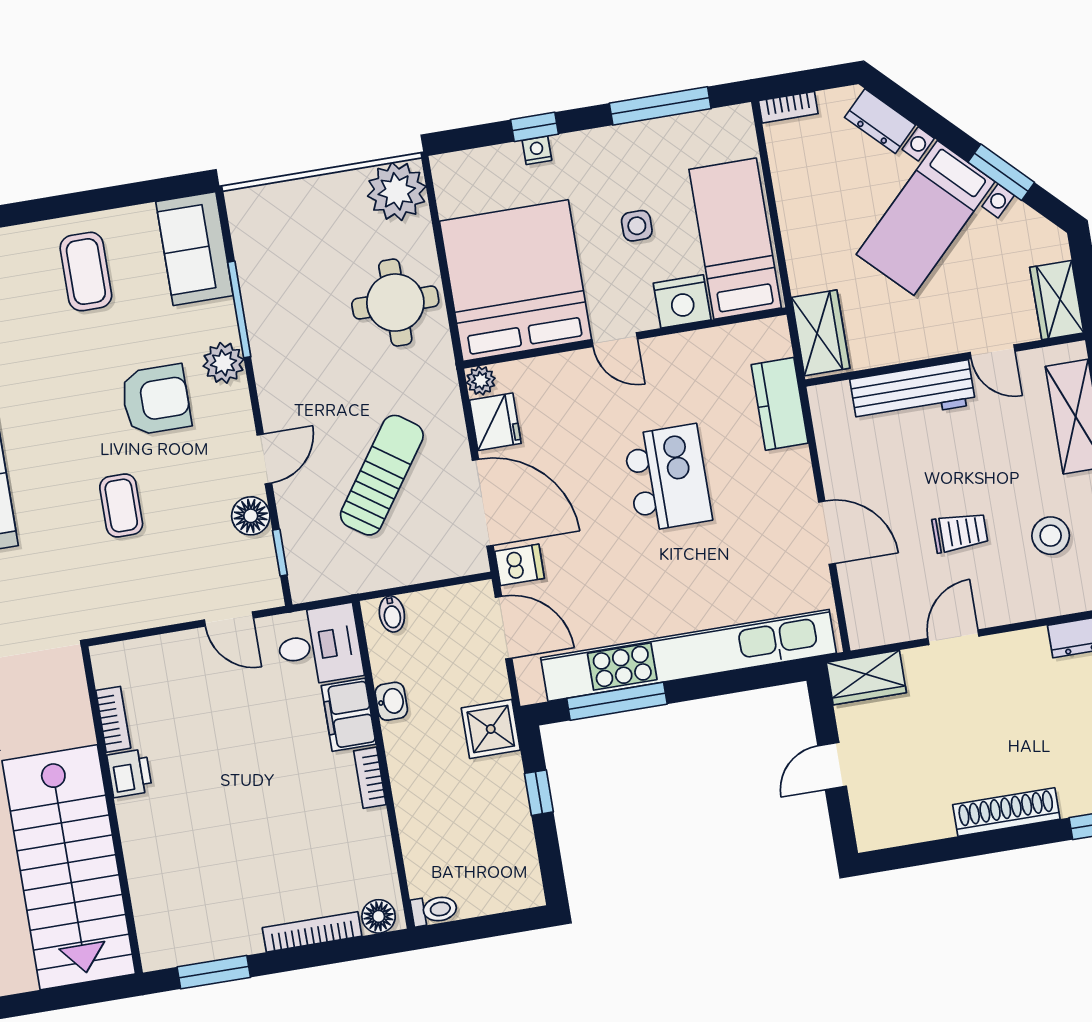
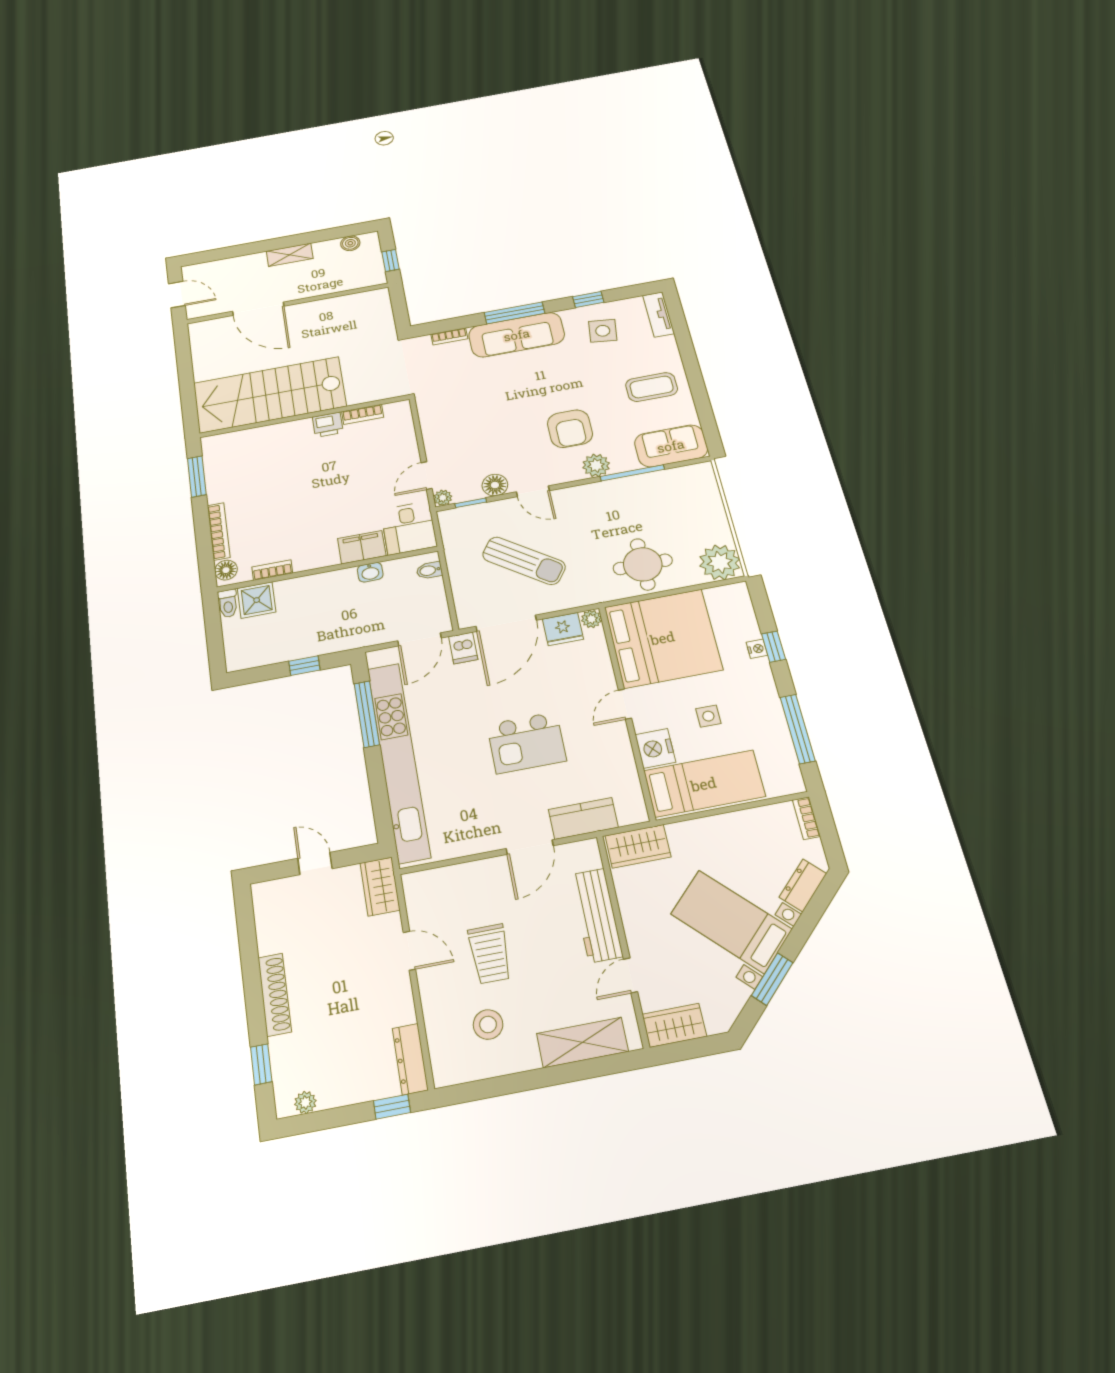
coffee table: (121, 505) -> (500, 413), removed
trolley: (960, 532) -> (490, 954), width x1.36, depth x1.39
door: (827, 533) -> (530, 847), moved
plant: (269, 594) -> (443, 498), added
shower: (491, 729) -> (257, 600), moved
bookcase: (370, 778) -> (272, 570), moved

